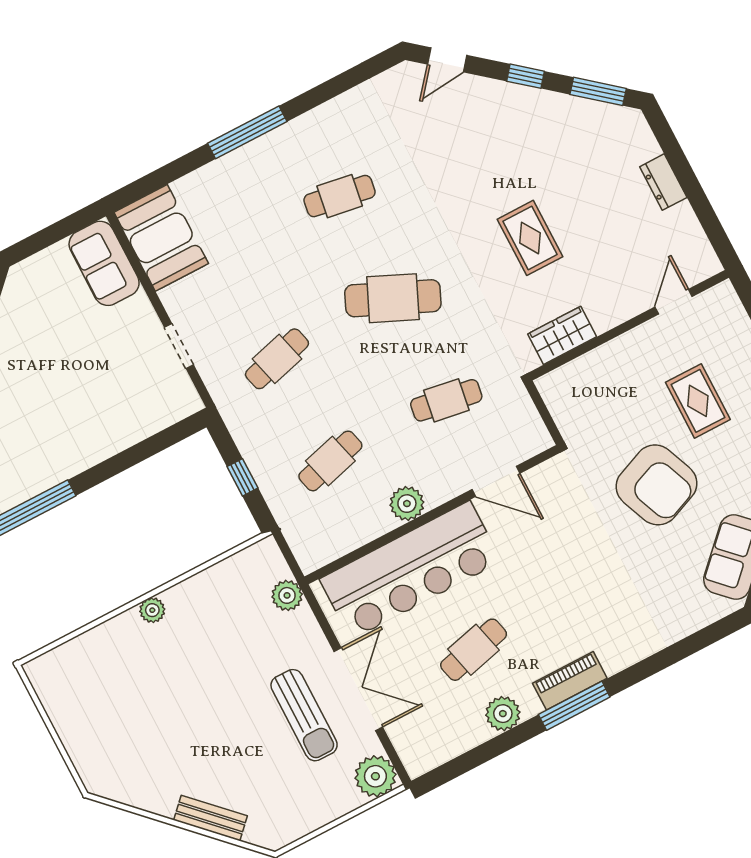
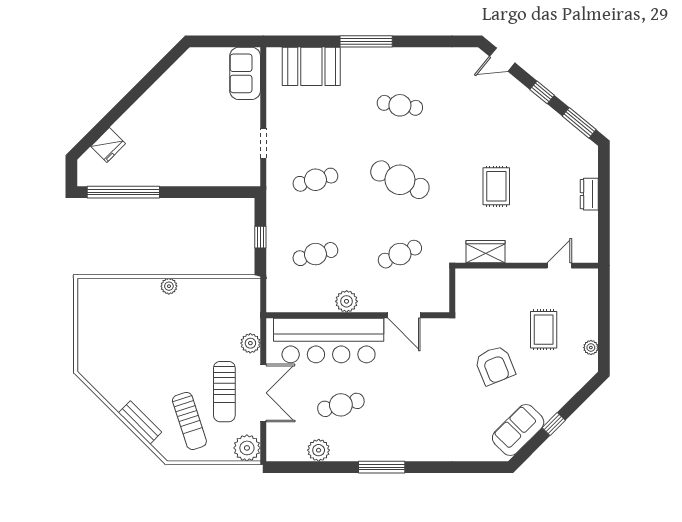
booth: (161, 238) -> (311, 66), moved, turned 90
cafe table: (446, 400) -> (400, 254), turned -33
armchair: (657, 485) -> (495, 365), width x0.73, depth x0.73
plant: (287, 595) -> (250, 343), moved
piano: (570, 681) -> (387, 451), removed
plant: (503, 714) -> (319, 450), moved
sun lounger: (277, 780) -> (189, 421), added

